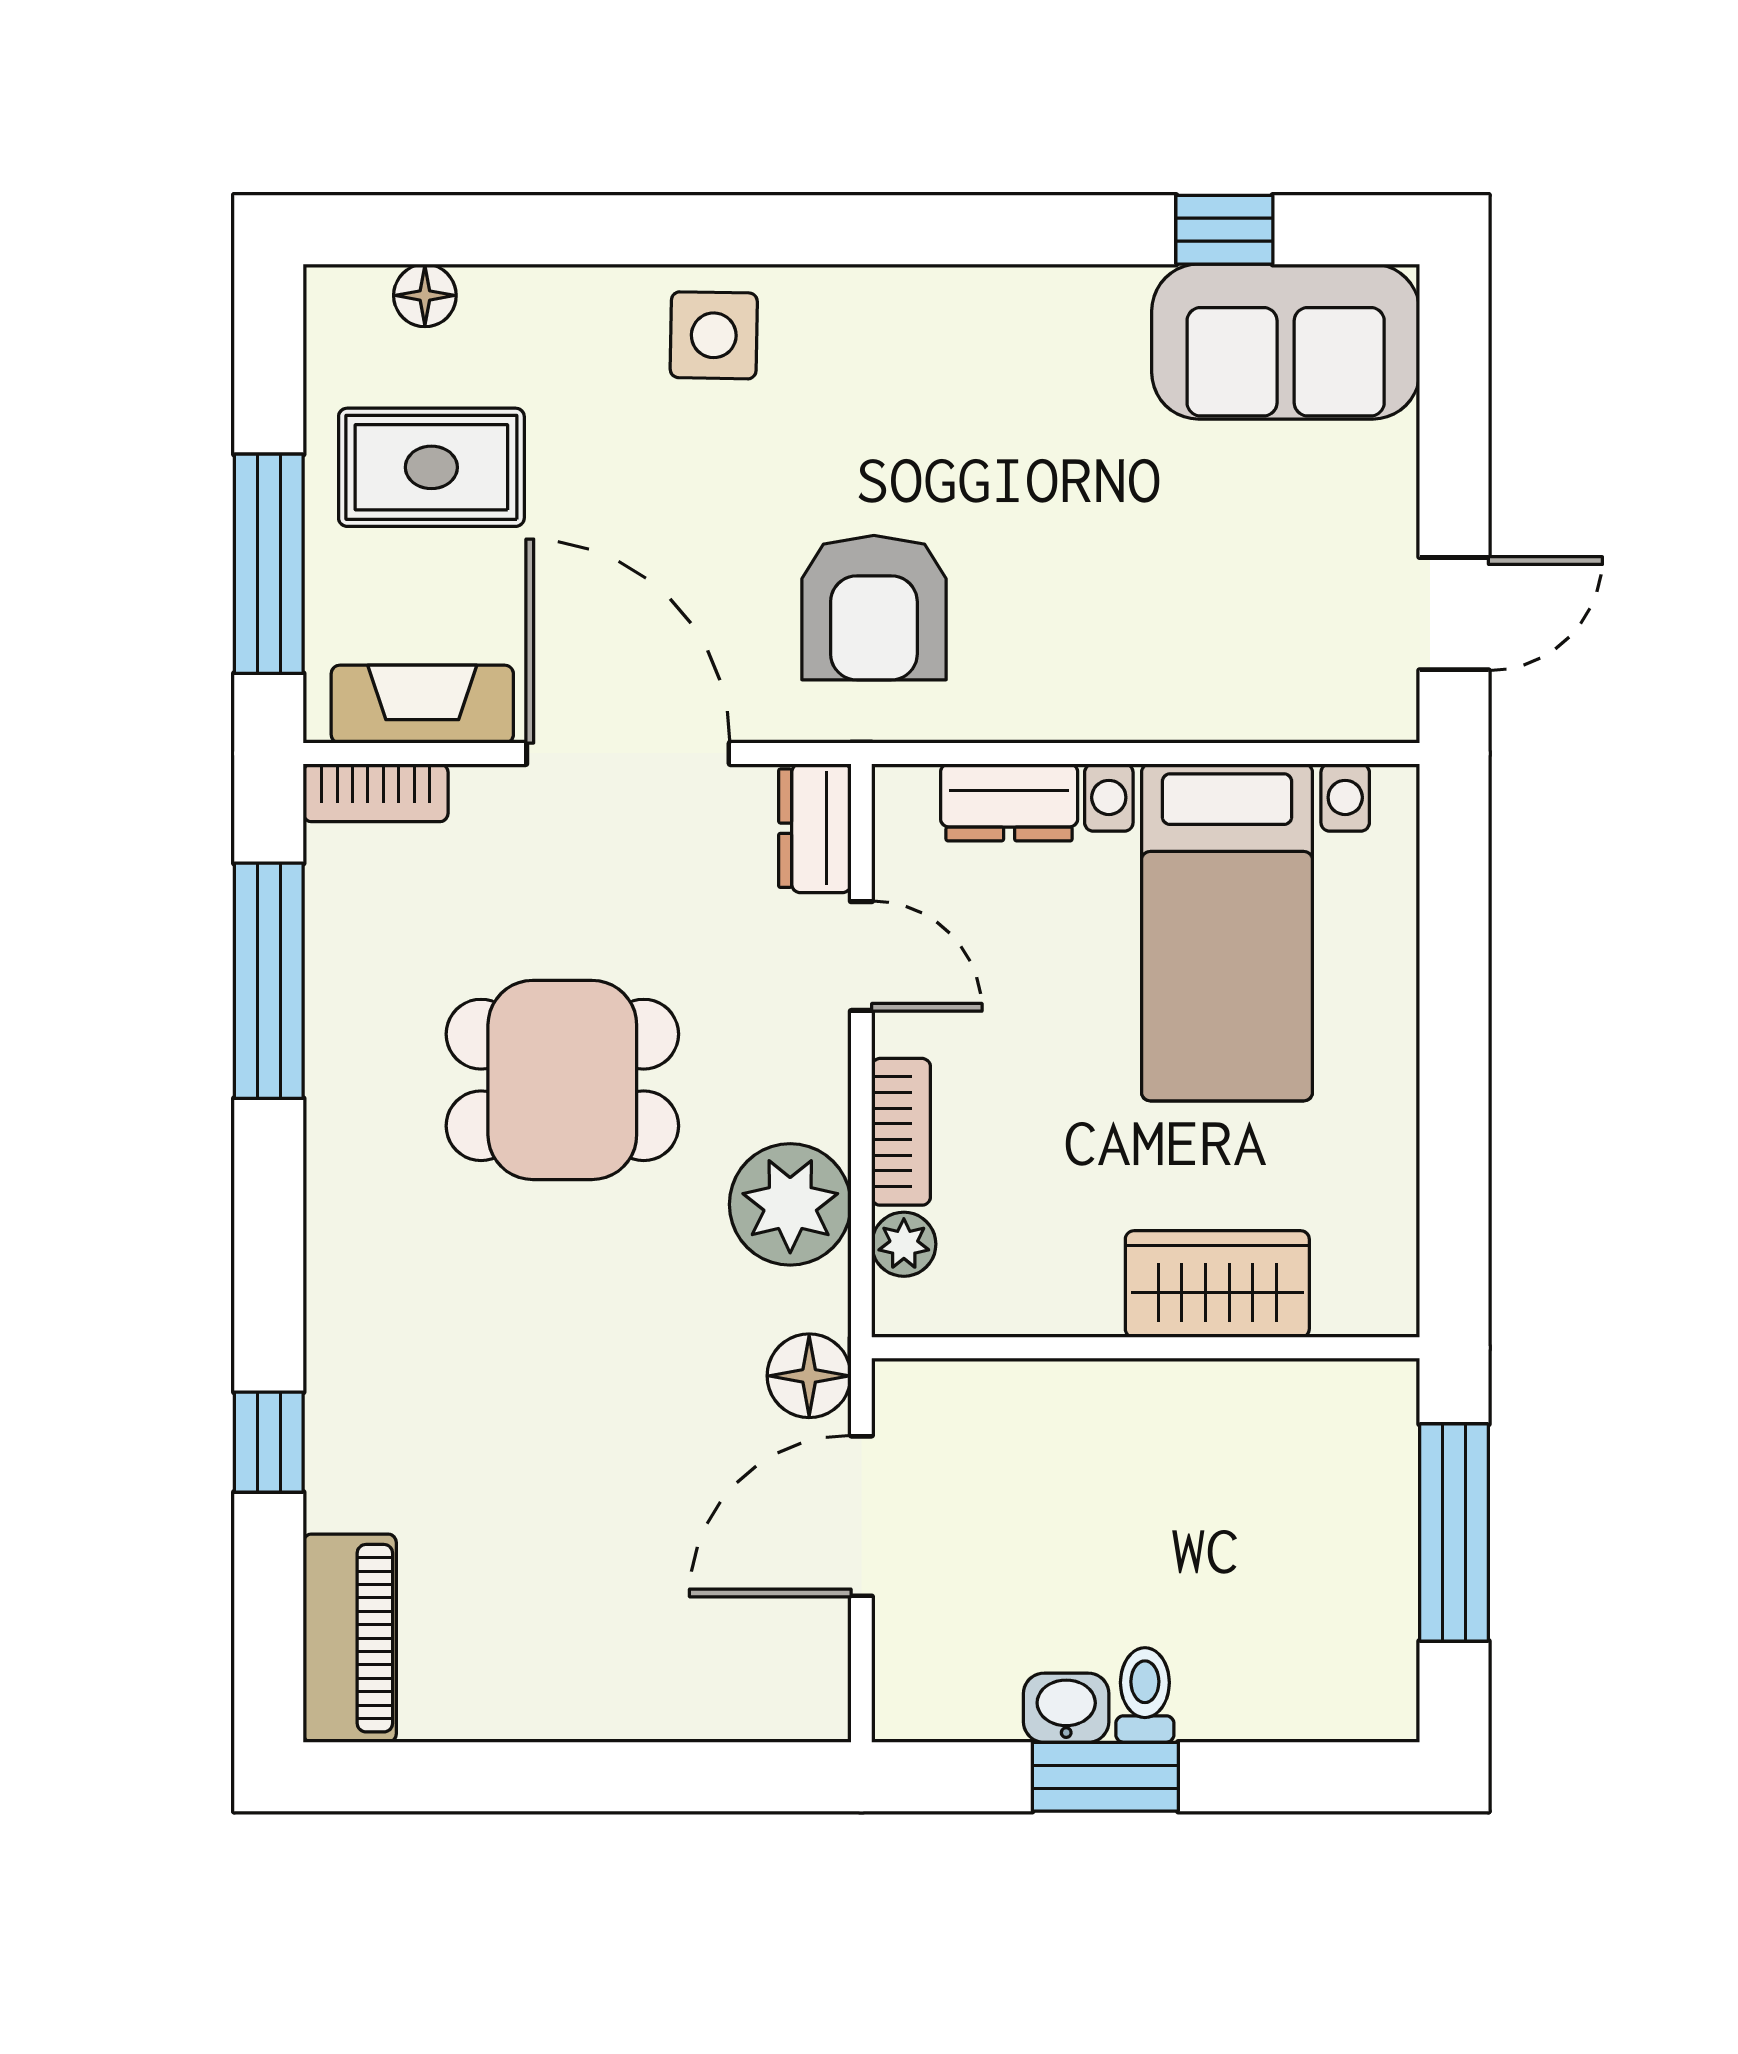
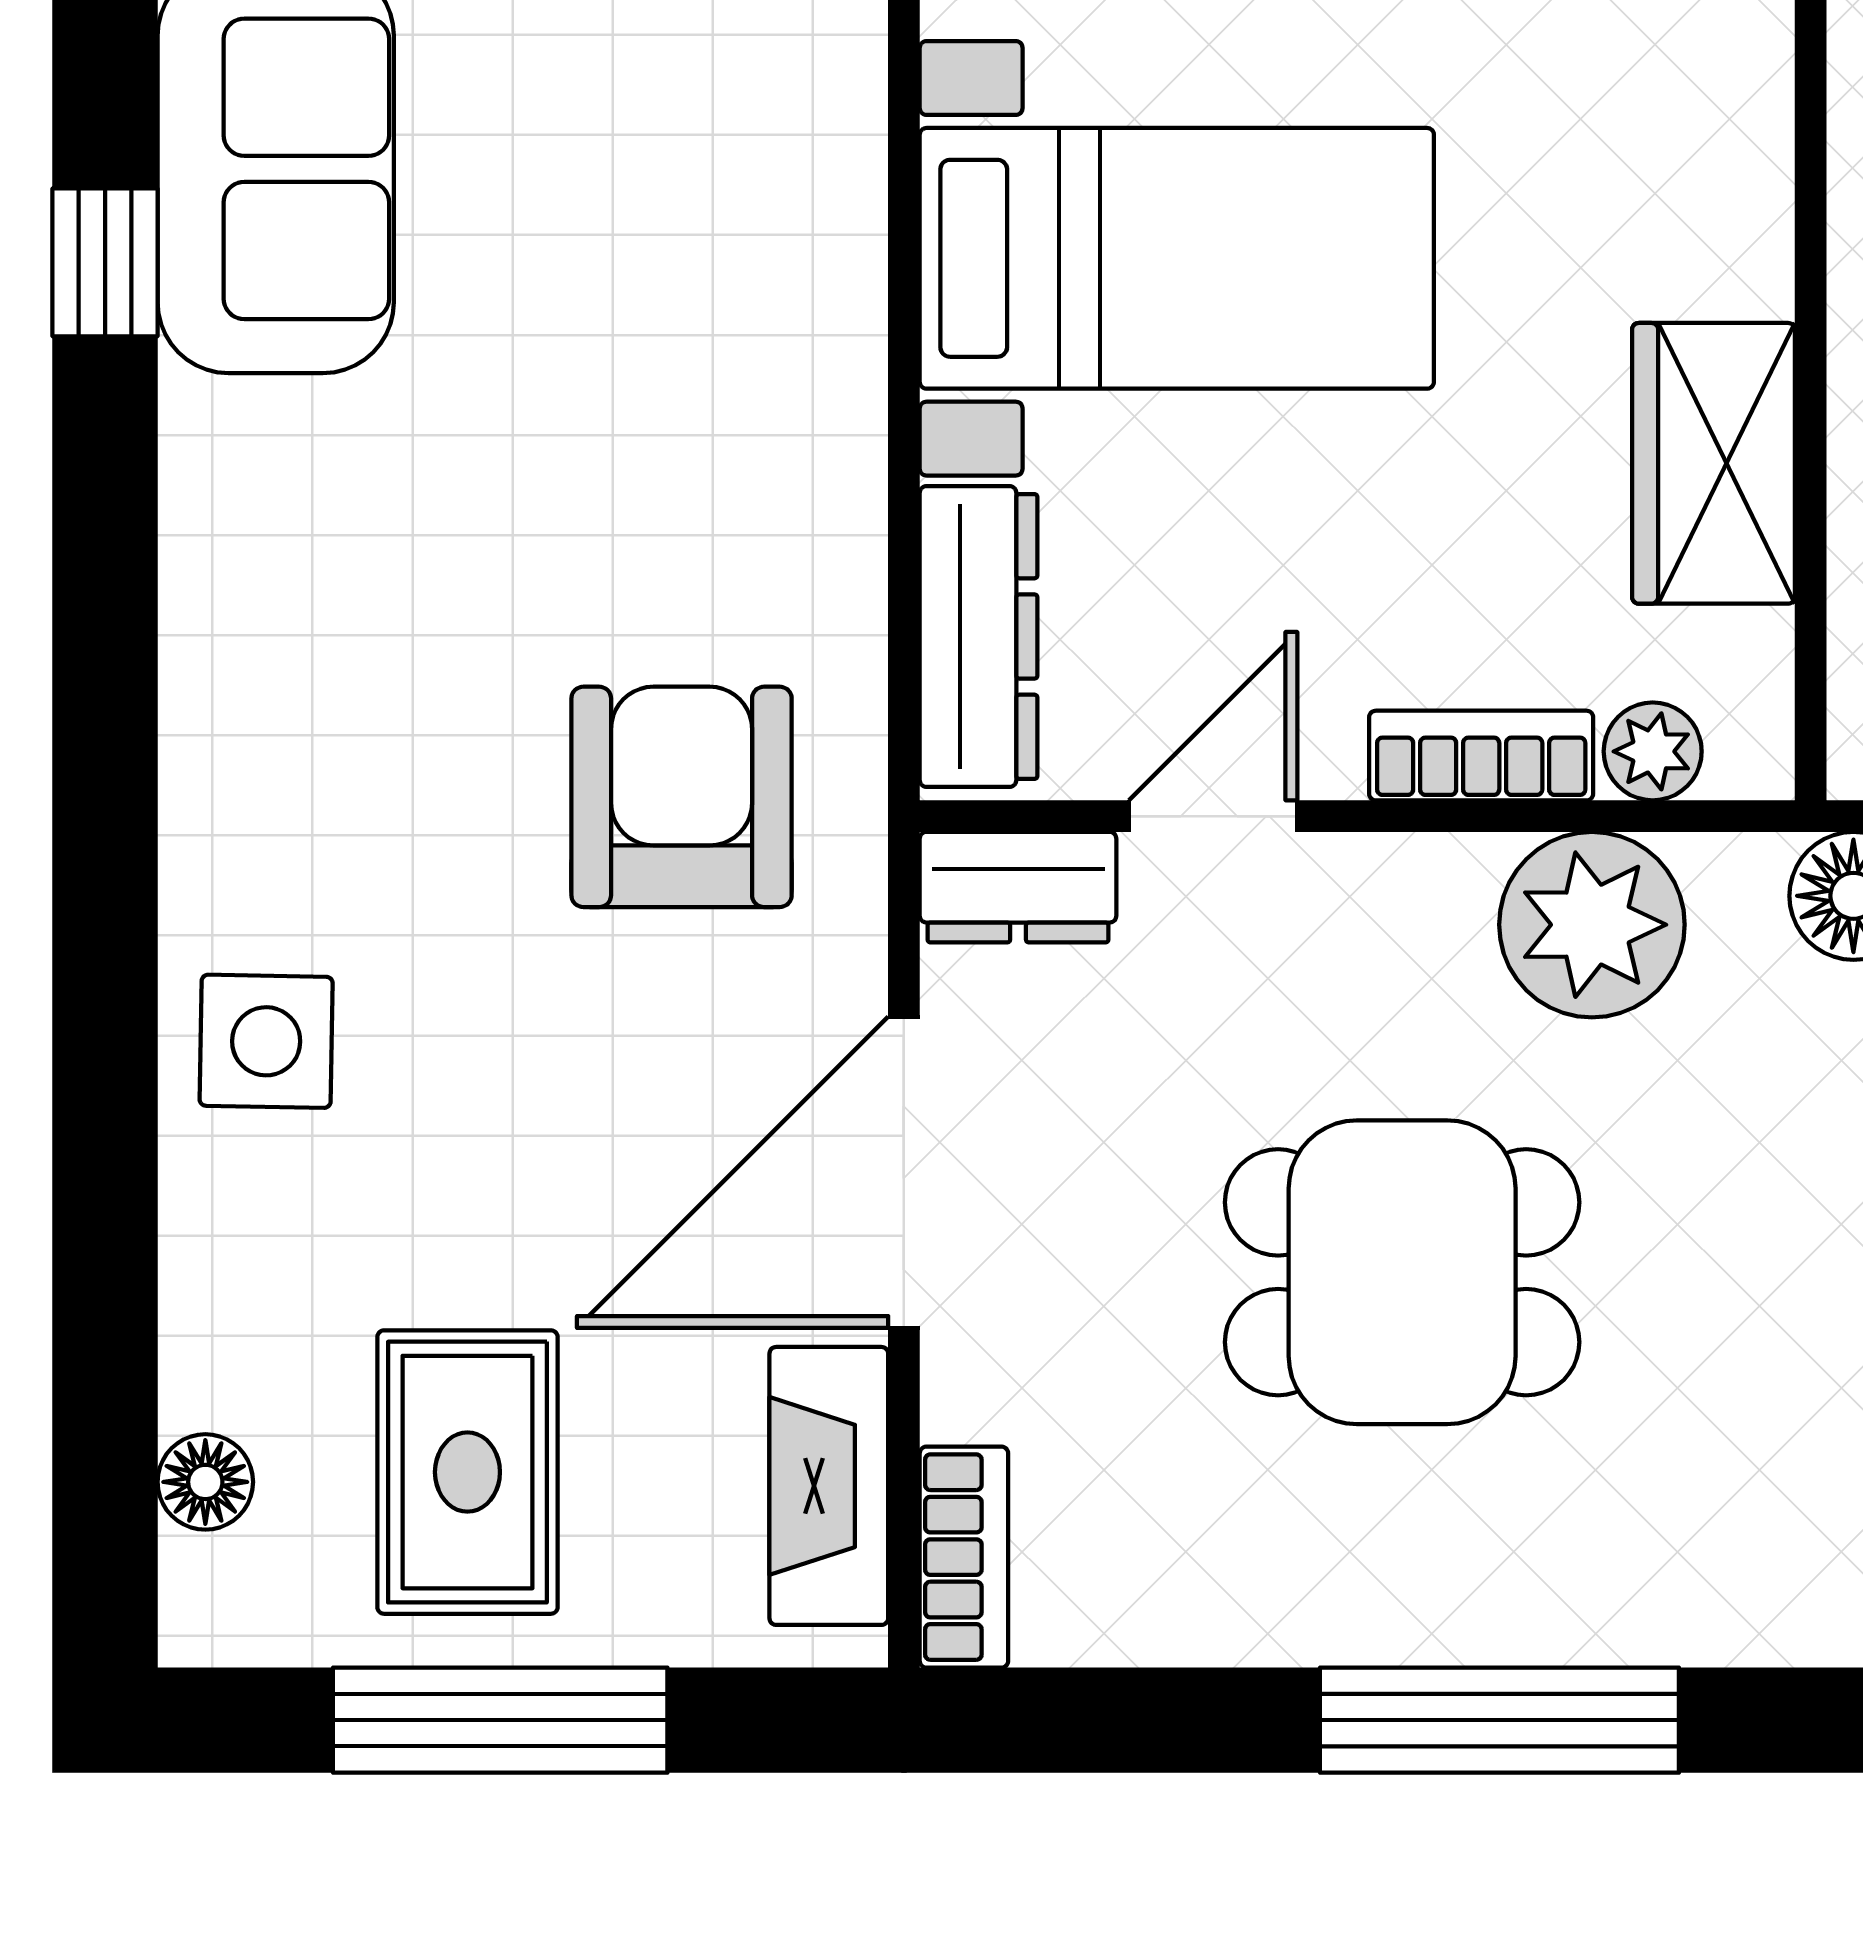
window: (269, 564) -> (500, 1720), moved
armchair: (874, 608) -> (682, 797), turned -90
dresser: (1009, 802) -> (979, 636), width x1.44
window: (269, 981) -> (1499, 1720), moved
dining table: (562, 1080) -> (1402, 1272), turned 90
wardrobe: (1217, 1284) -> (1713, 463), moved

